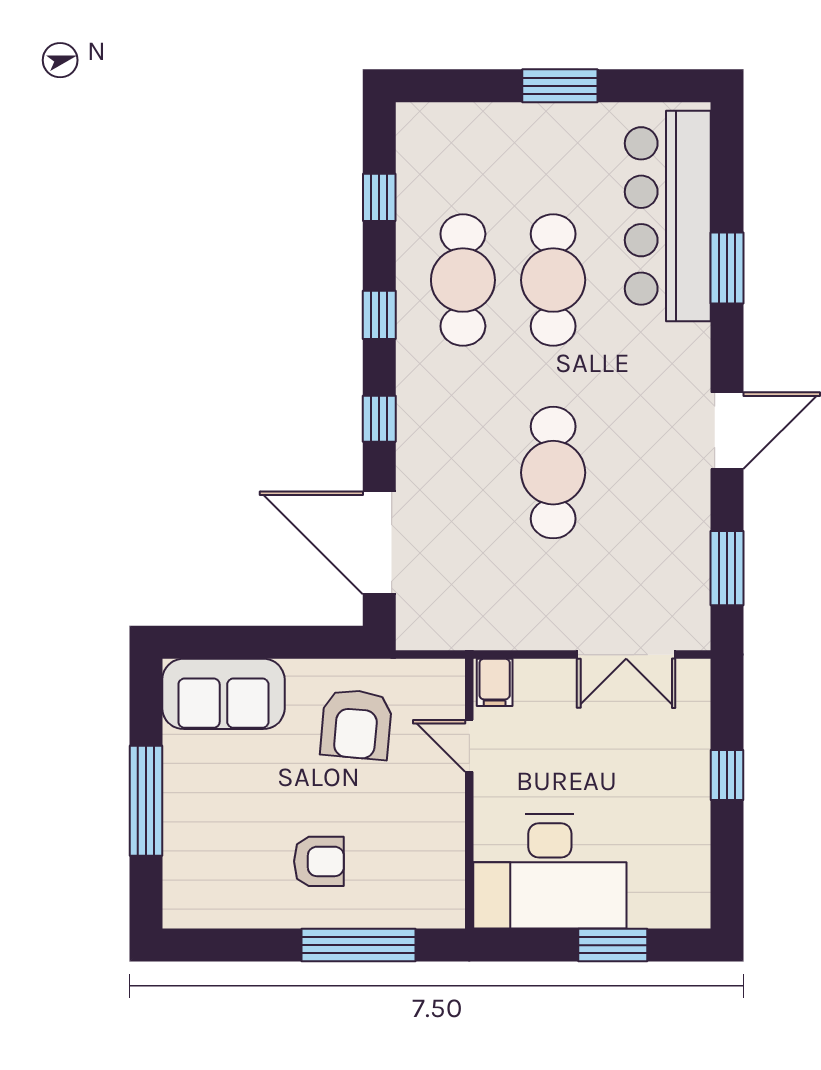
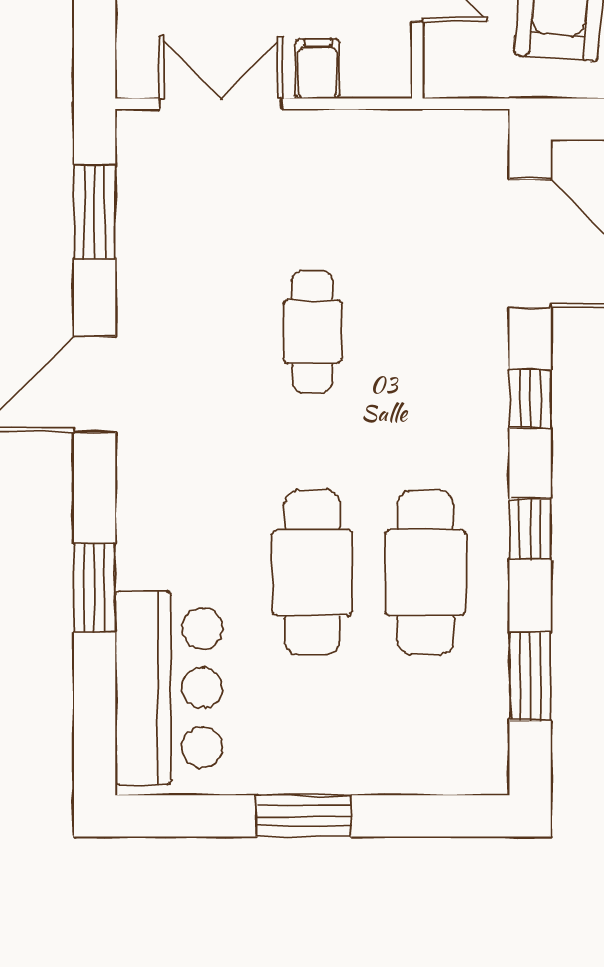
window: (379, 197) -> (530, 676), width x1.50
bar counter: (668, 216) -> (169, 688), width x0.73
cafe table: (553, 473) -> (312, 331), width x0.73, depth x0.74
filing cabinet: (495, 682) -> (318, 69), moved

